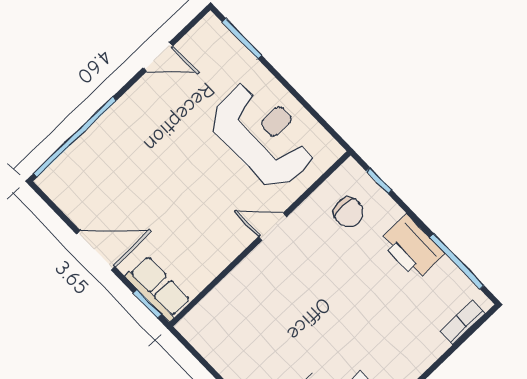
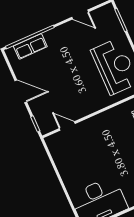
door: (273, 227) -> (67, 126), moved
row of seats: (158, 289) -> (30, 46), moved, turned 90

